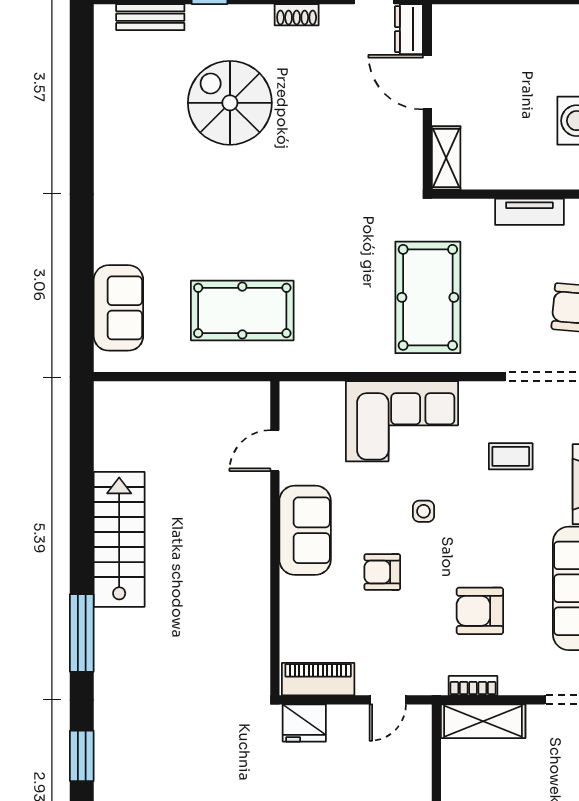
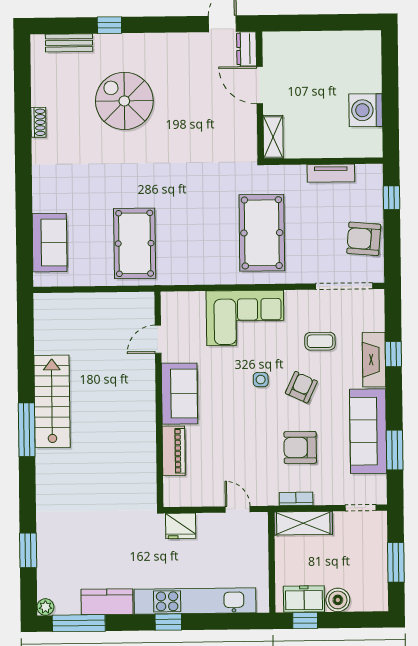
shoe rack: (297, 15) -> (38, 122), moved, turned -90
pool table: (242, 311) -> (135, 243), turned 90
armchair: (382, 572) -> (301, 387), moved, turned 115
window: (82, 633) -> (27, 430), moved
piano: (318, 679) -> (174, 451), moved, turned 90
door: (388, 700) -> (238, 509), swing flipped

